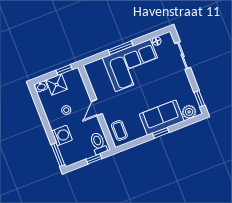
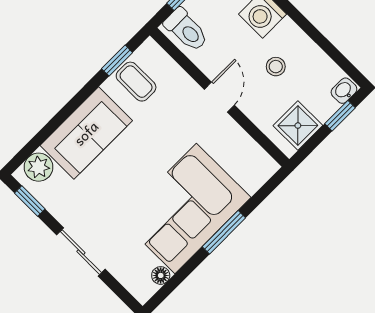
sliding door: (183, 56) -> (81, 252), moved
window: (64, 70) -> (340, 116), moved
shower: (57, 85) -> (298, 126), moved
coffee table: (119, 130) -> (136, 82), moved
window: (161, 133) -> (117, 61), moved

